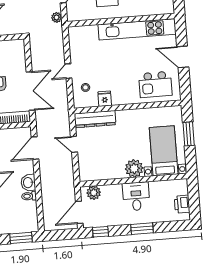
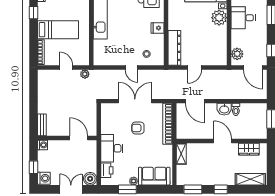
double door: (31, 91) -> (135, 101), moved
fridge: (105, 99) -> (157, 28), moved

